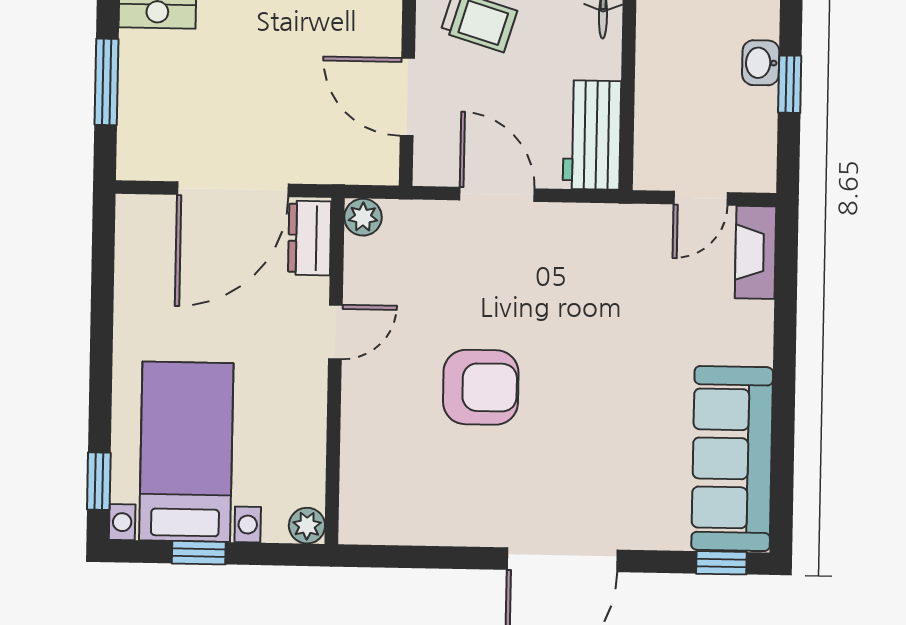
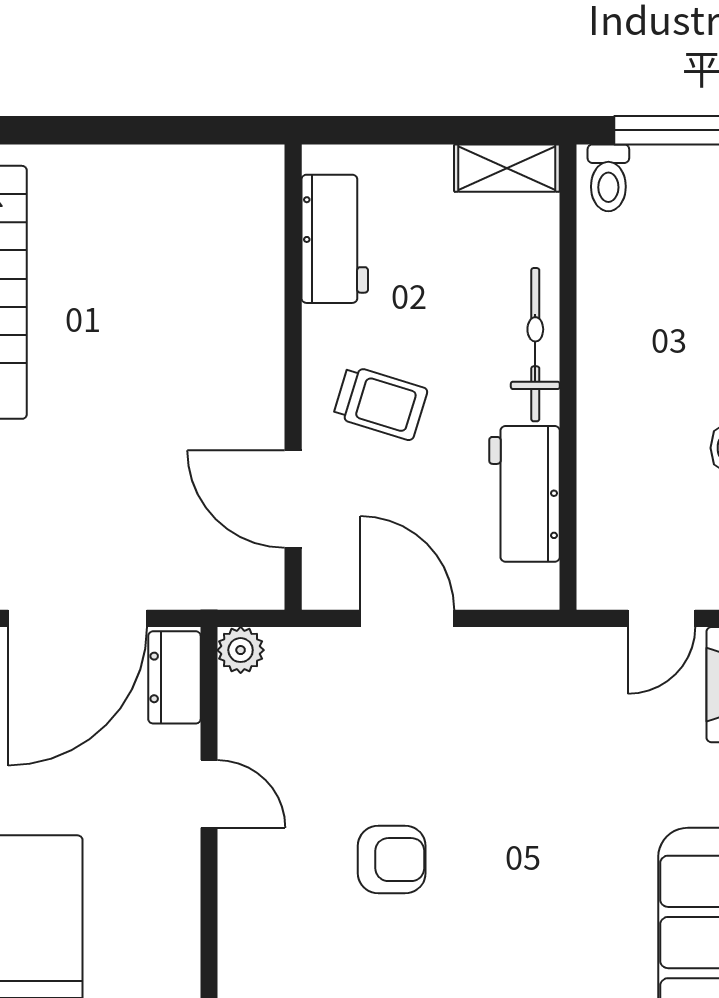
workbench: (592, 135) -> (524, 494), moved
door: (335, 332) -> (209, 794), hinge flipped
armchair: (481, 387) -> (392, 860), width x0.72, depth x0.72

